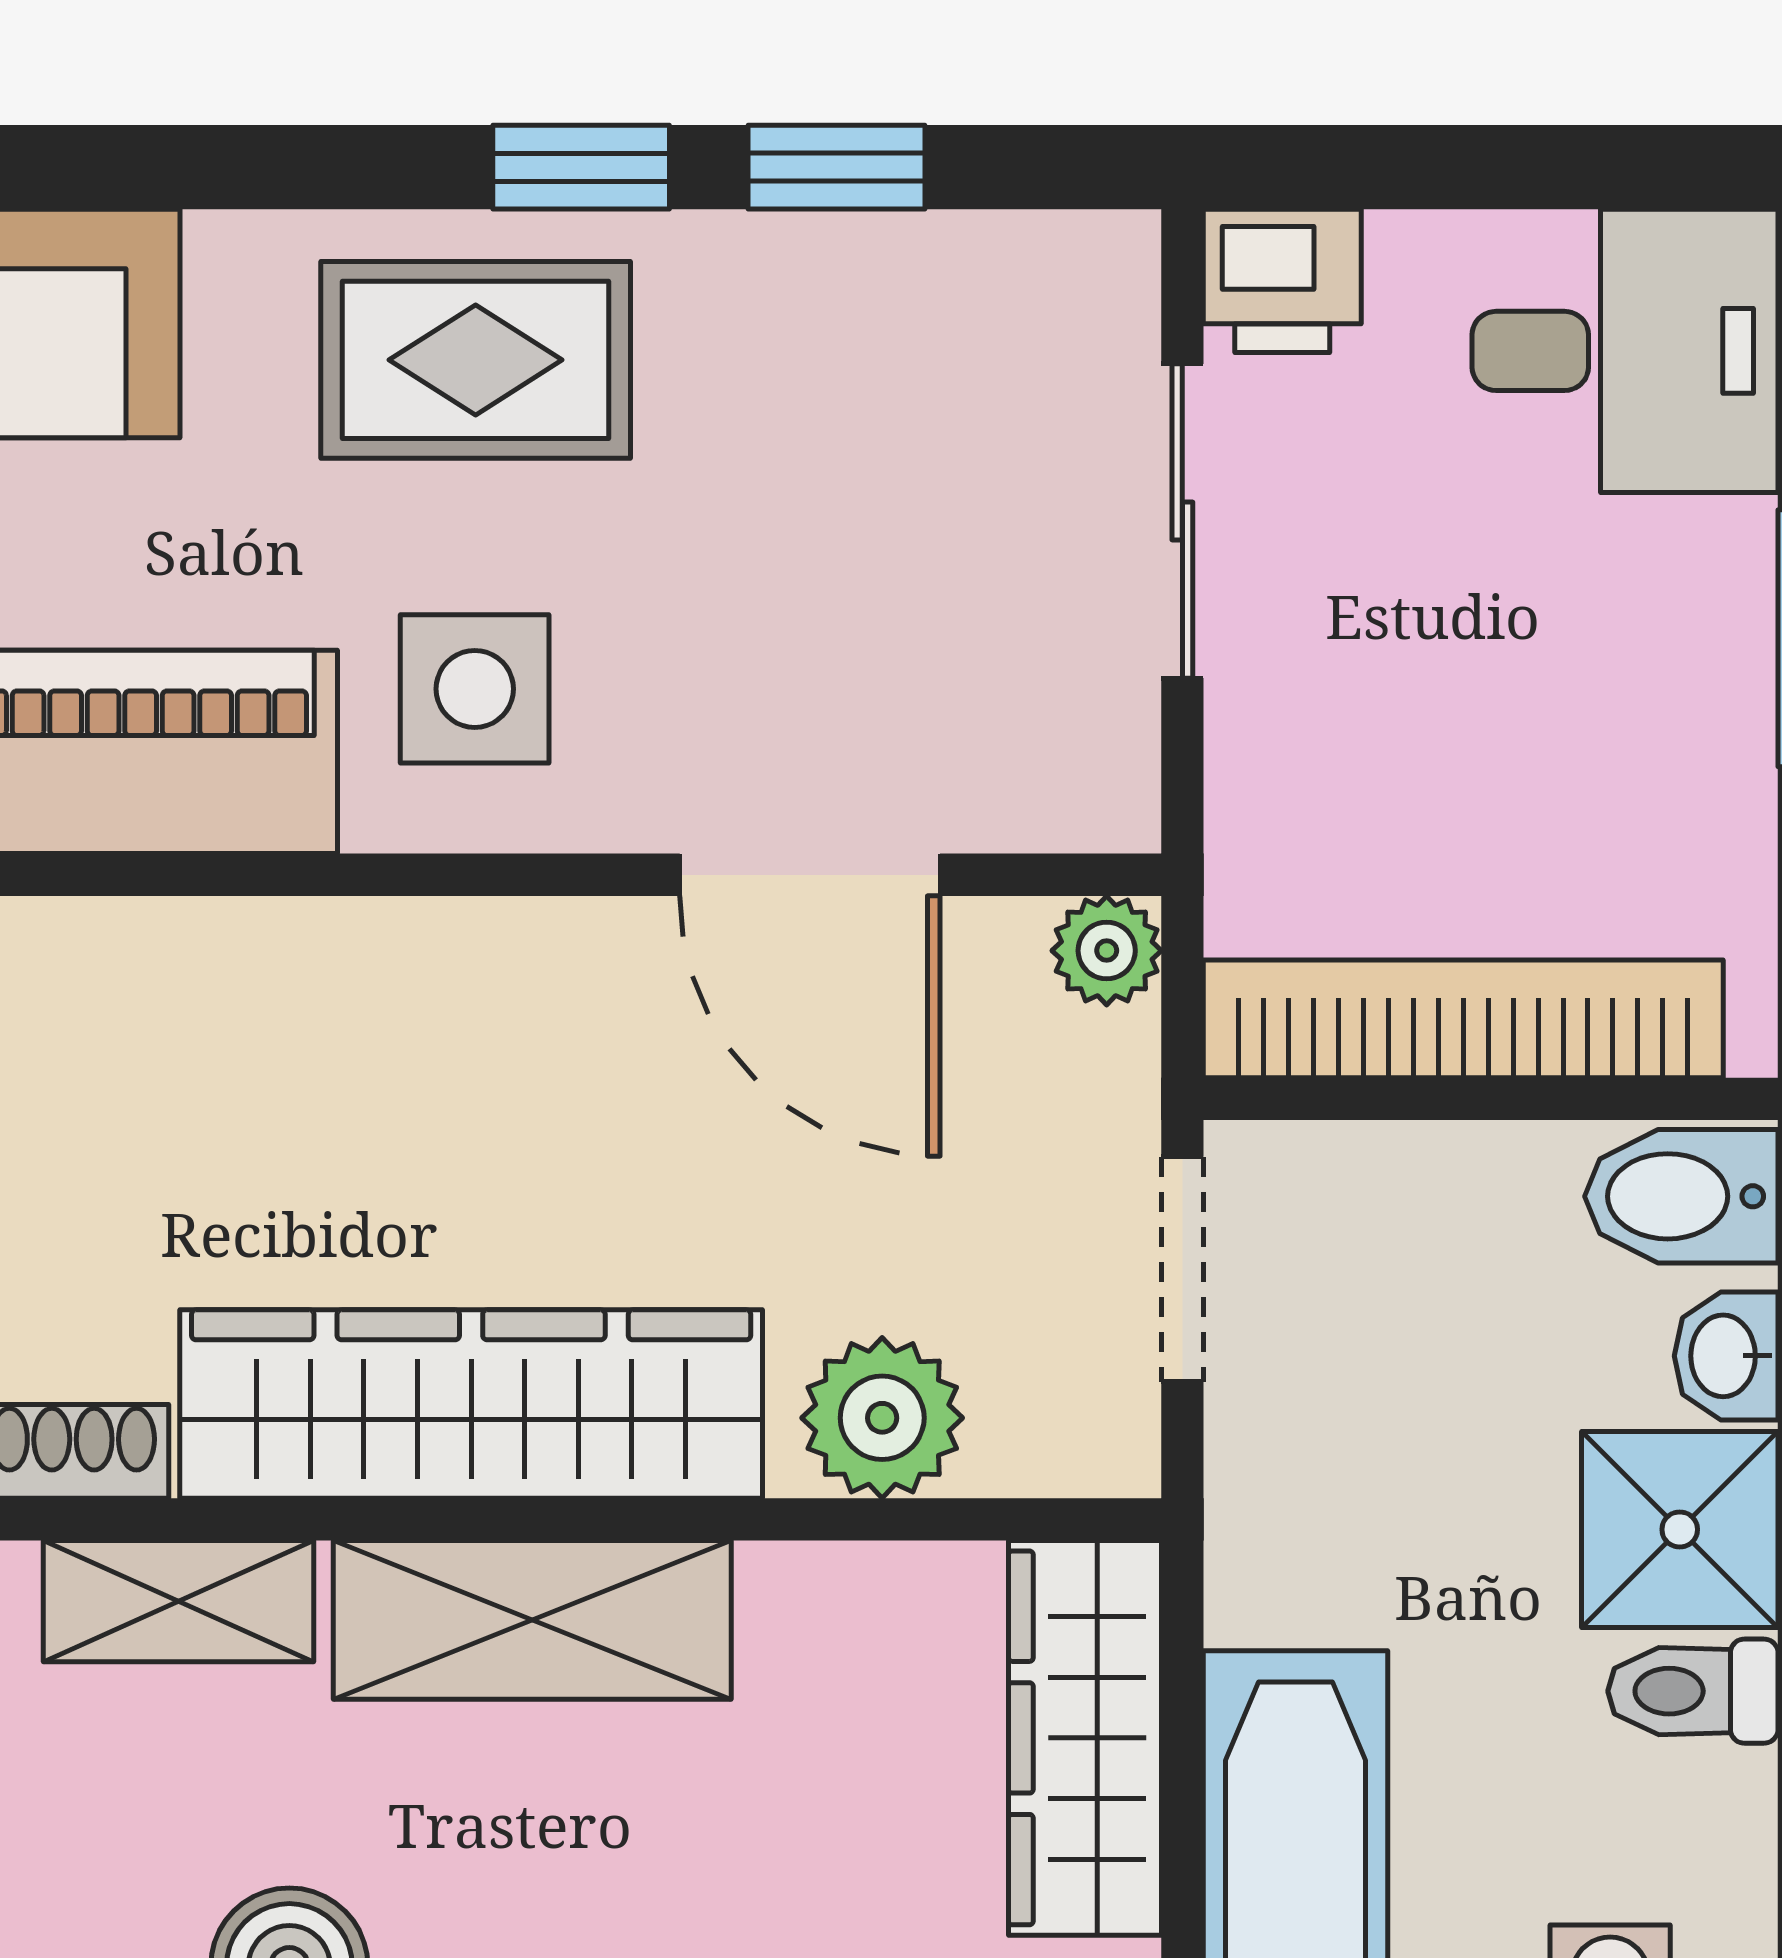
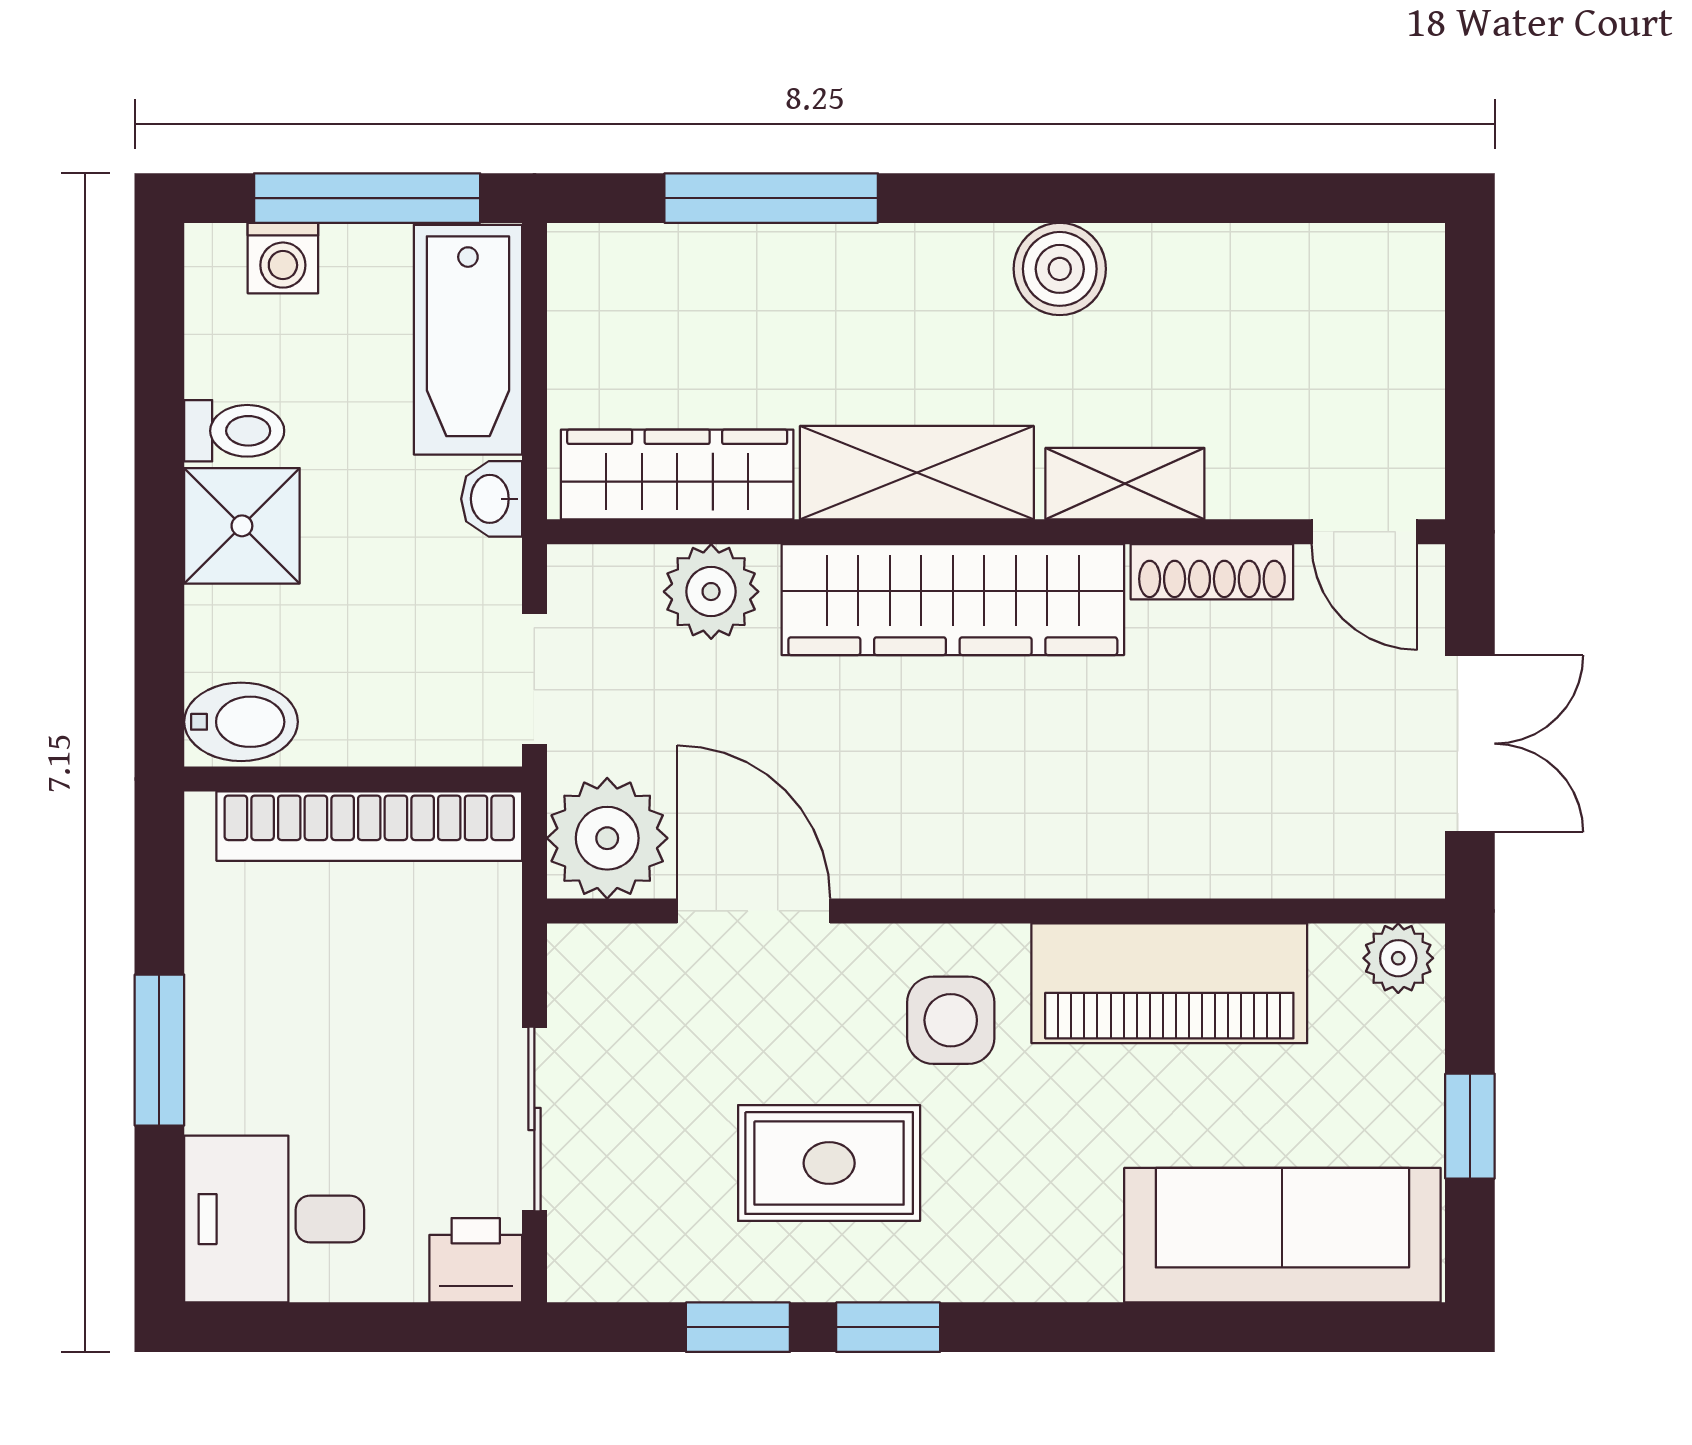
rug: (476, 360) -> (829, 1163), moved
plant: (1107, 951) -> (607, 838), width x1.88, depth x1.88
washbasin: (1726, 1356) -> (492, 499), moved, turned 180
wardrobe: (1085, 1738) -> (677, 475), moved, turned -90

